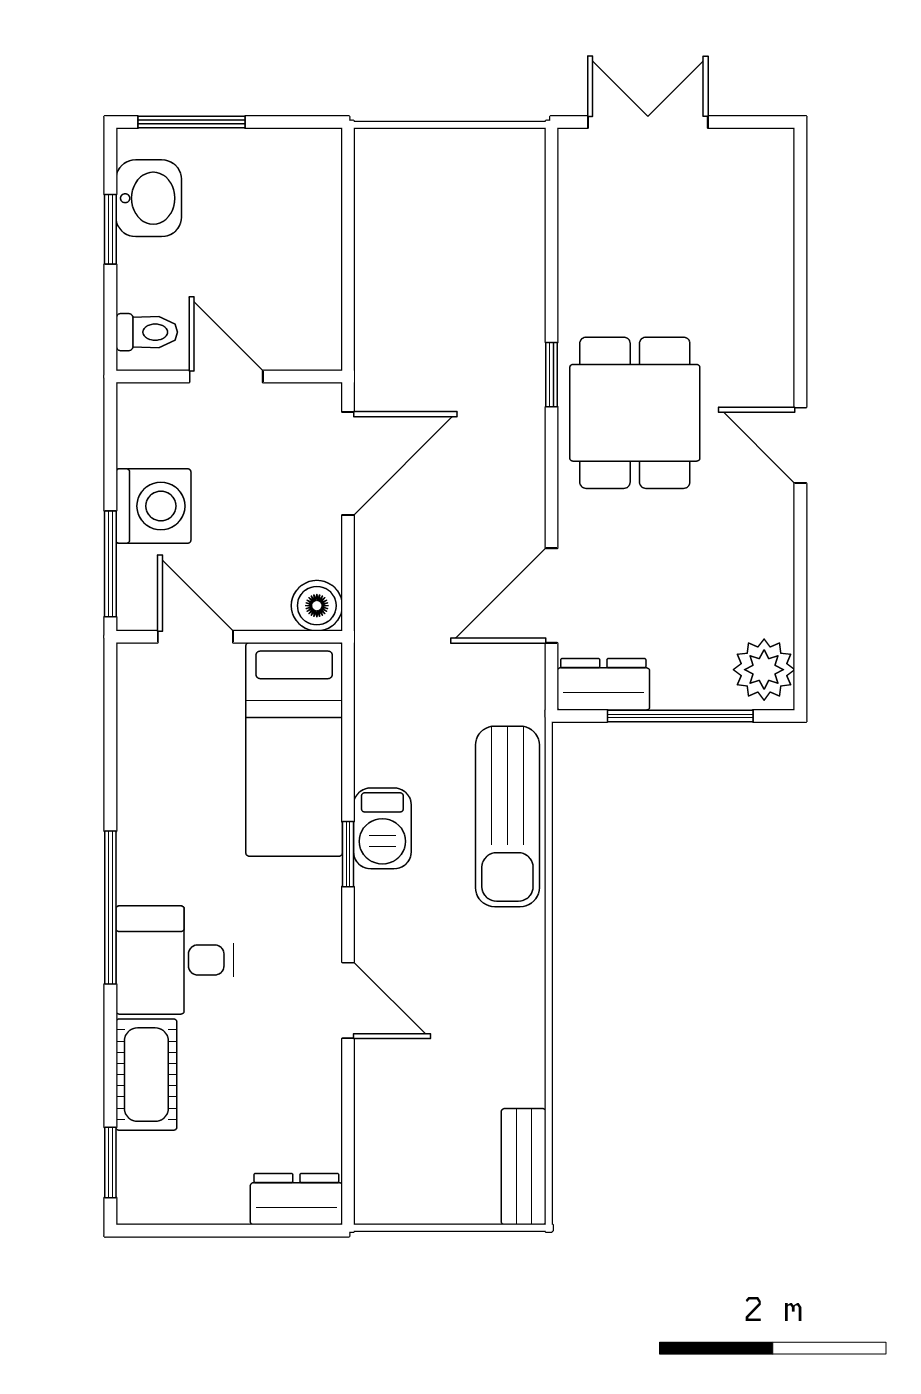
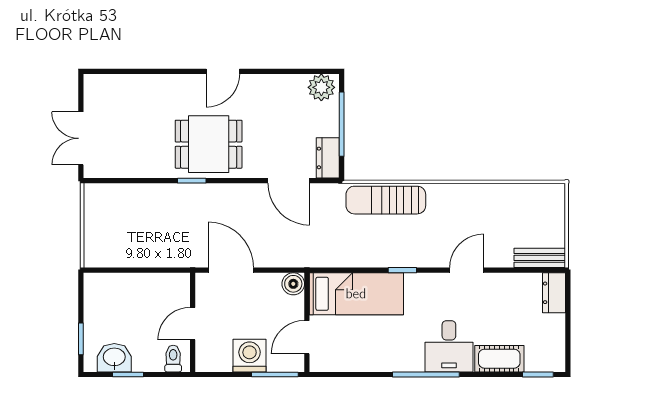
window: (192, 122) -> (81, 339), width x0.67
sun lounger: (507, 816) -> (386, 200), turned 180
barbecue: (382, 828) -> (391, 255), removed
bench: (524, 1167) -> (540, 258), moved

